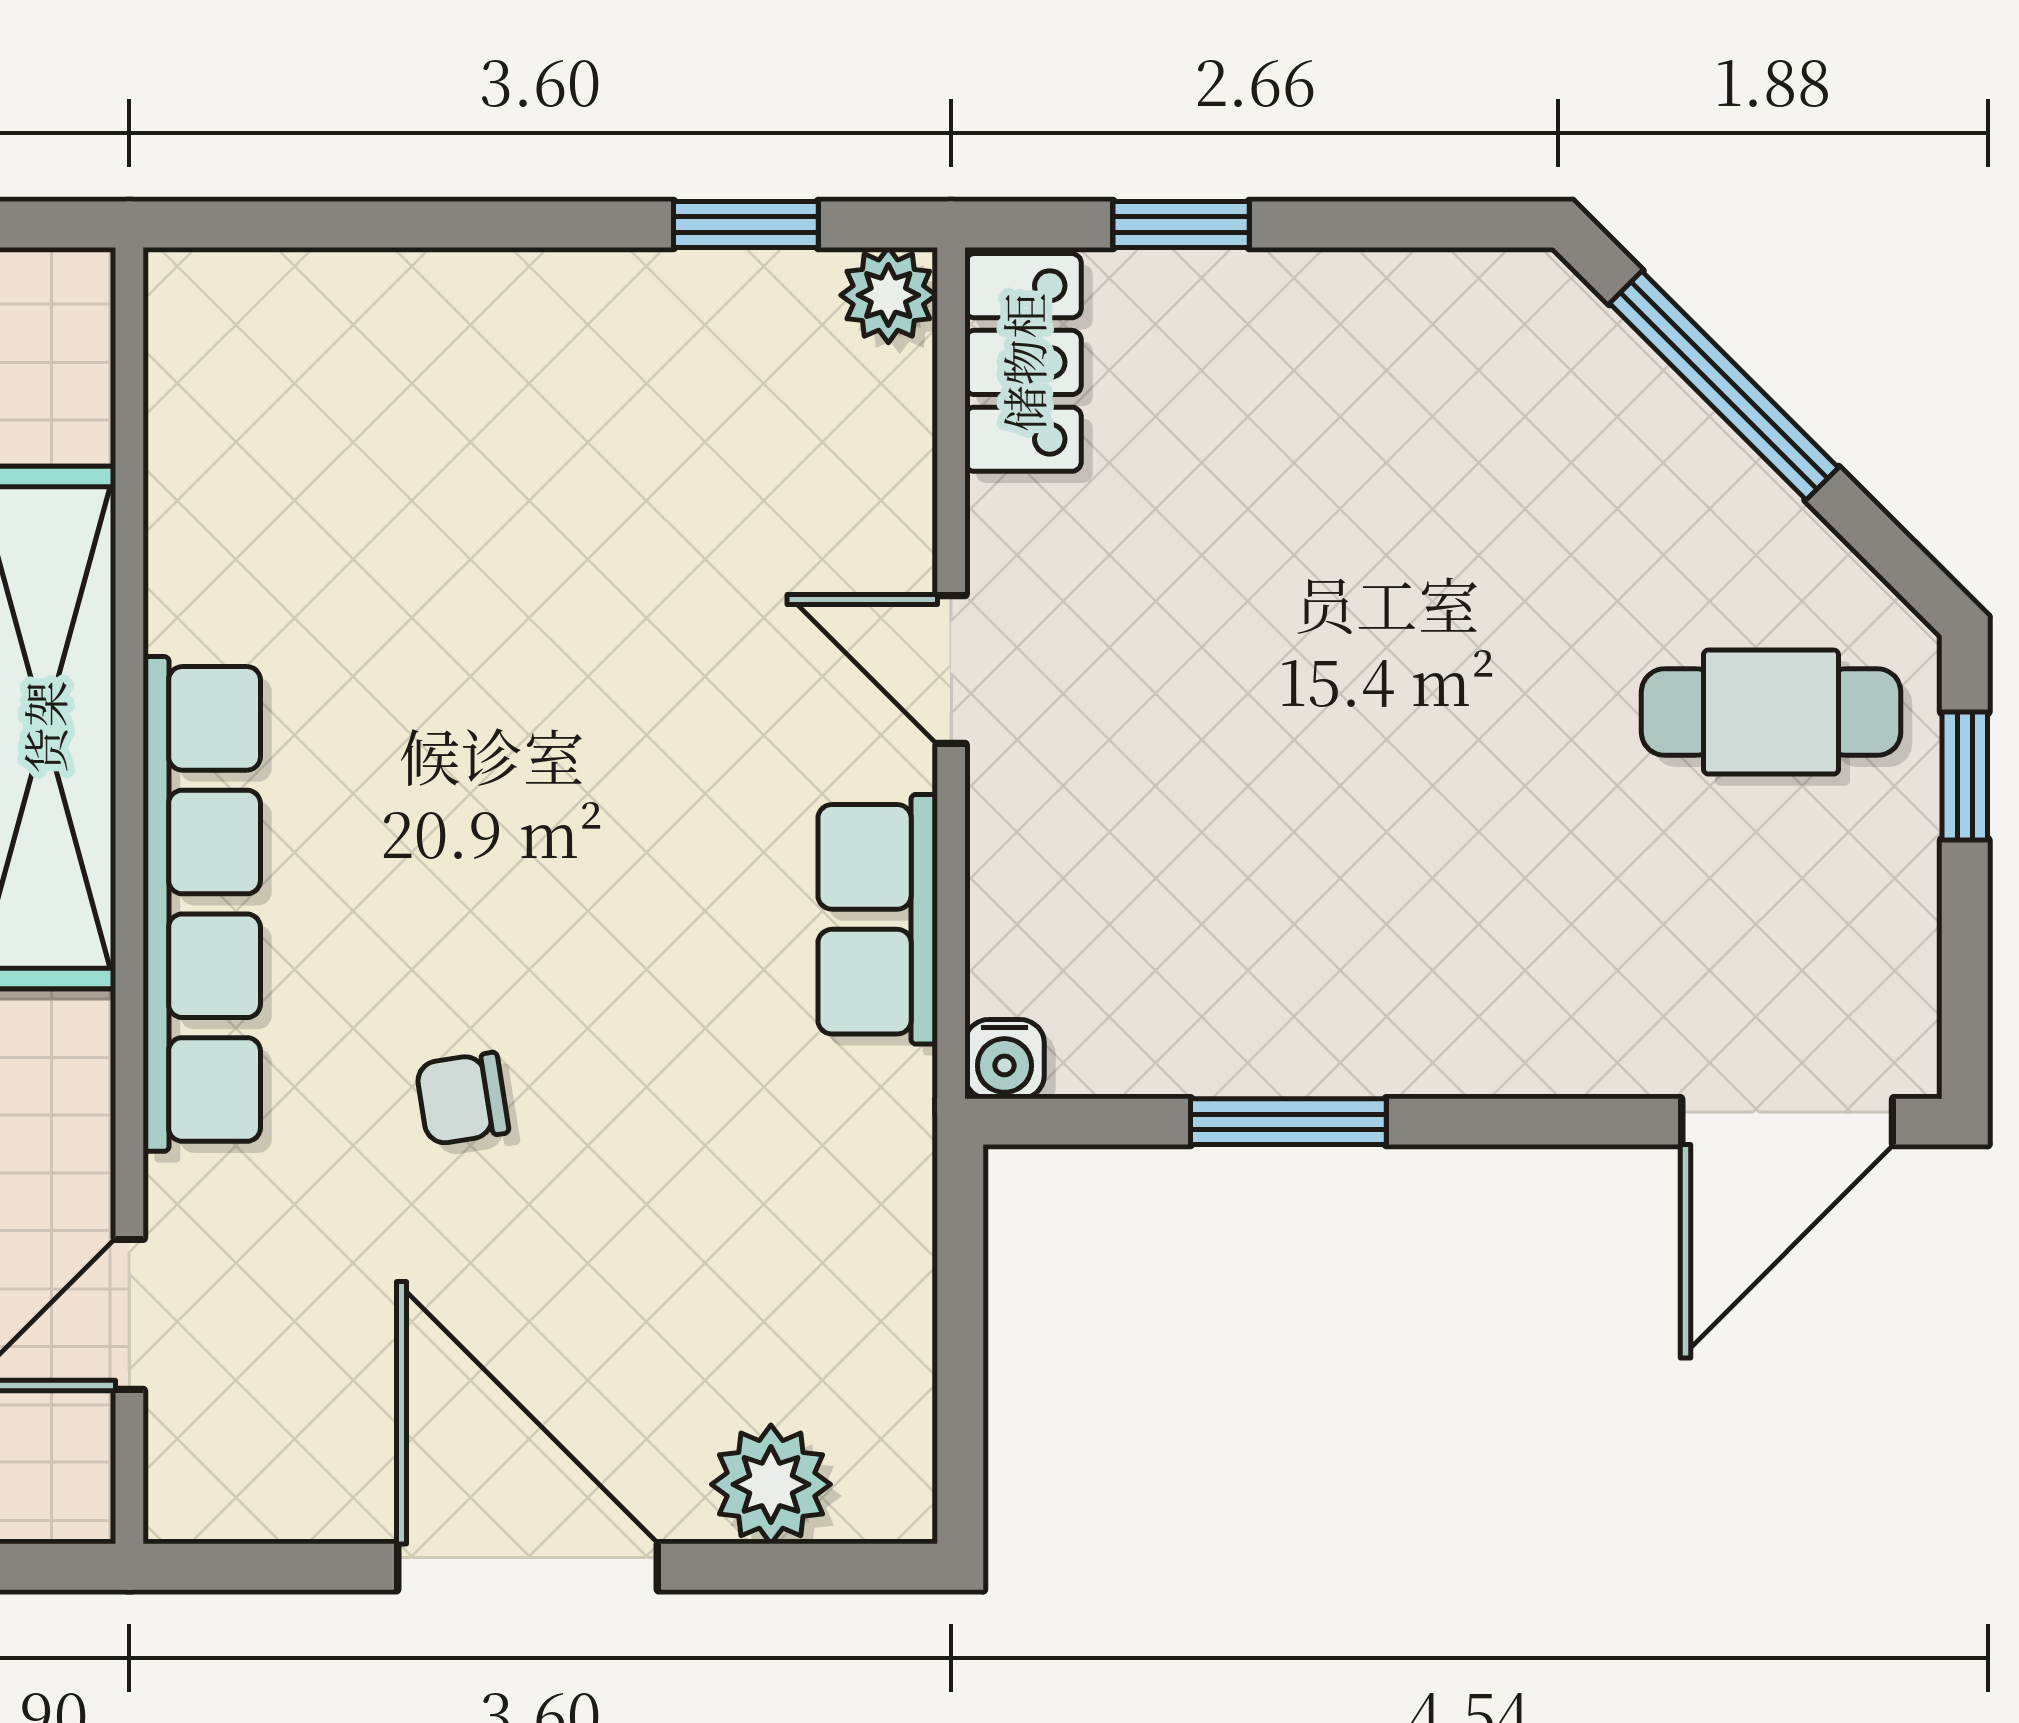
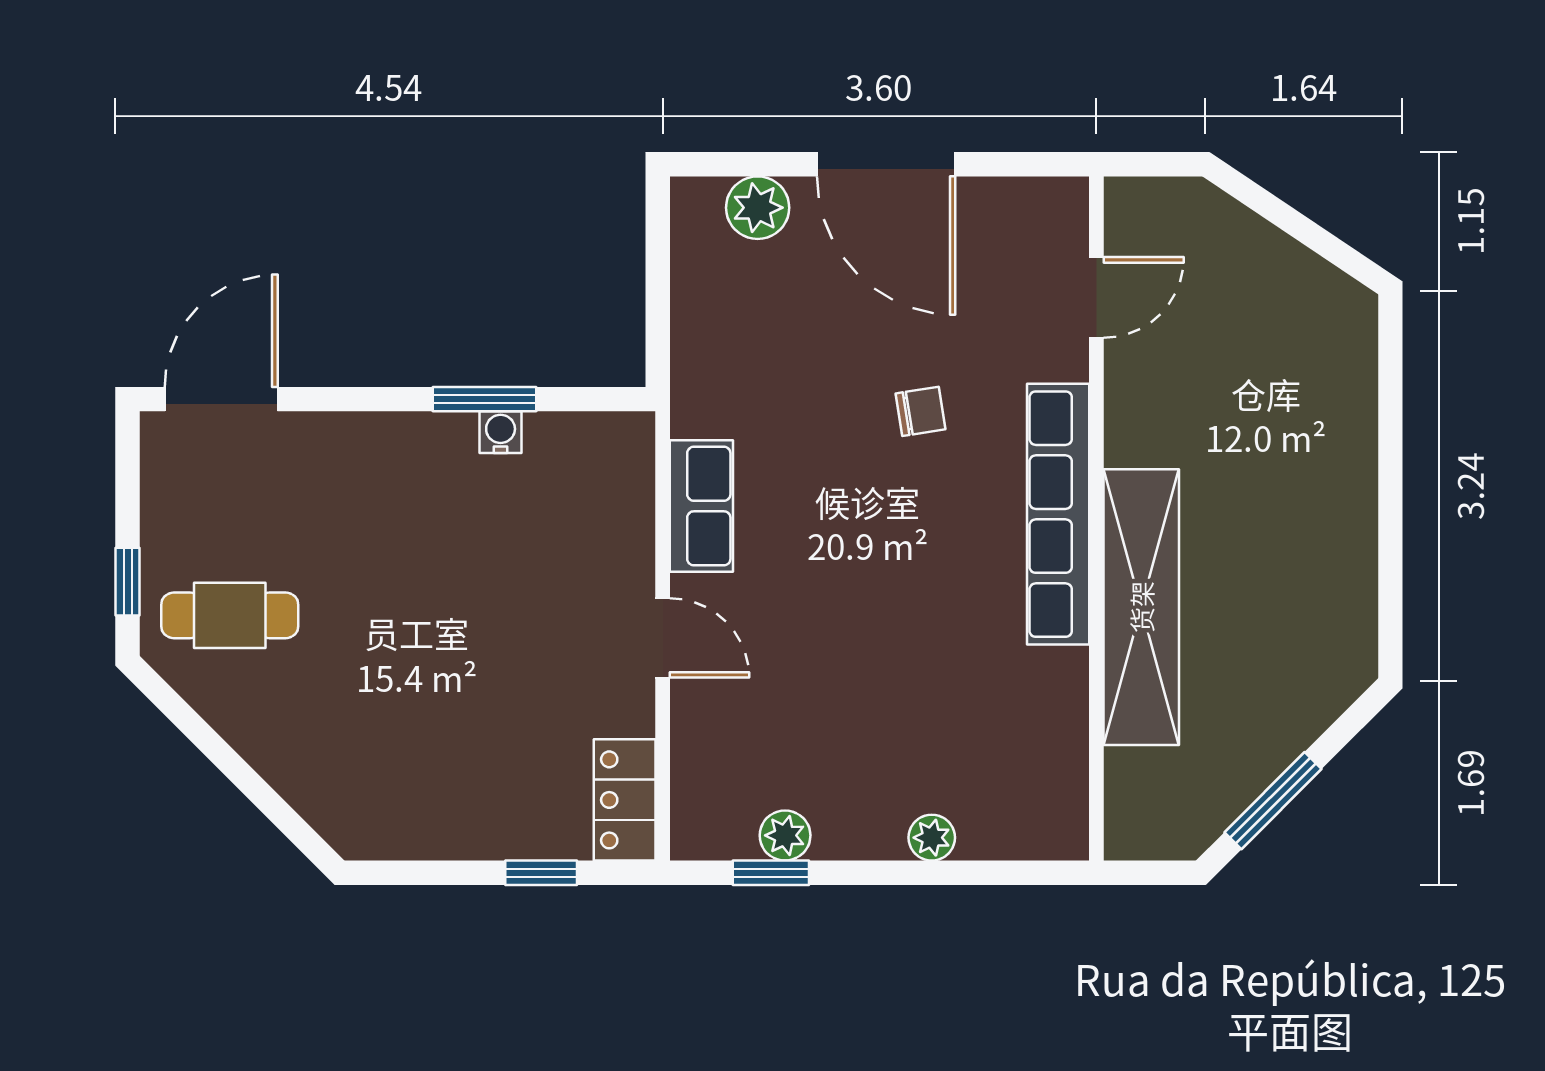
plant: (441, 291) -> (932, 838), added
plant: (888, 295) -> (785, 835), moved
window: (1724, 385) -> (255, 788), removed
water cooler: (1004, 1059) -> (501, 432), moved

